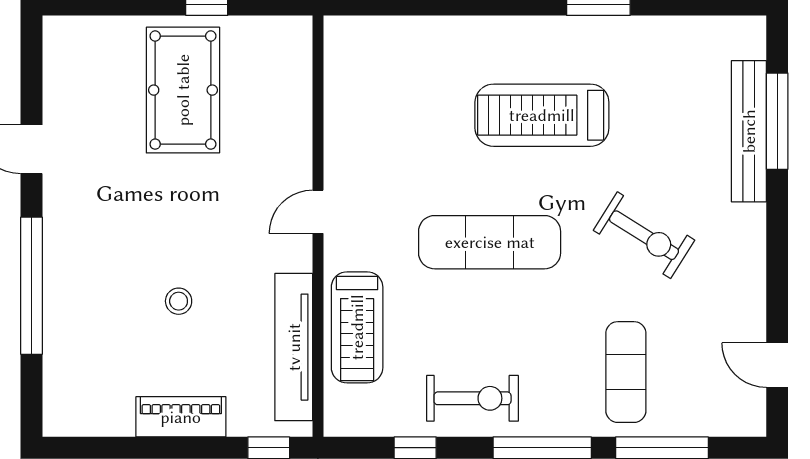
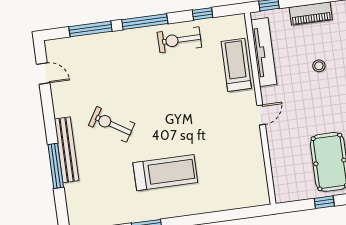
window: (777, 121) -> (56, 166), moved
bench: (749, 131) -> (67, 150), moved
exercise mat: (490, 242) -> (181, 112), removed
exercise mat: (626, 372) -> (111, 61), removed

